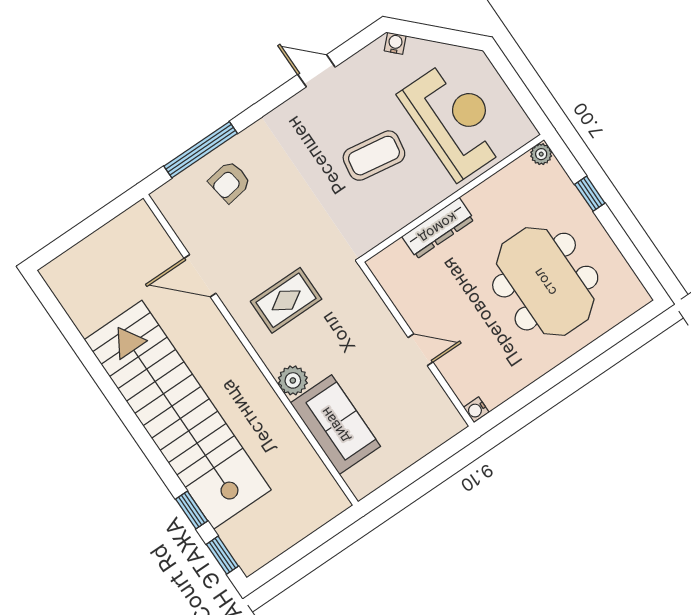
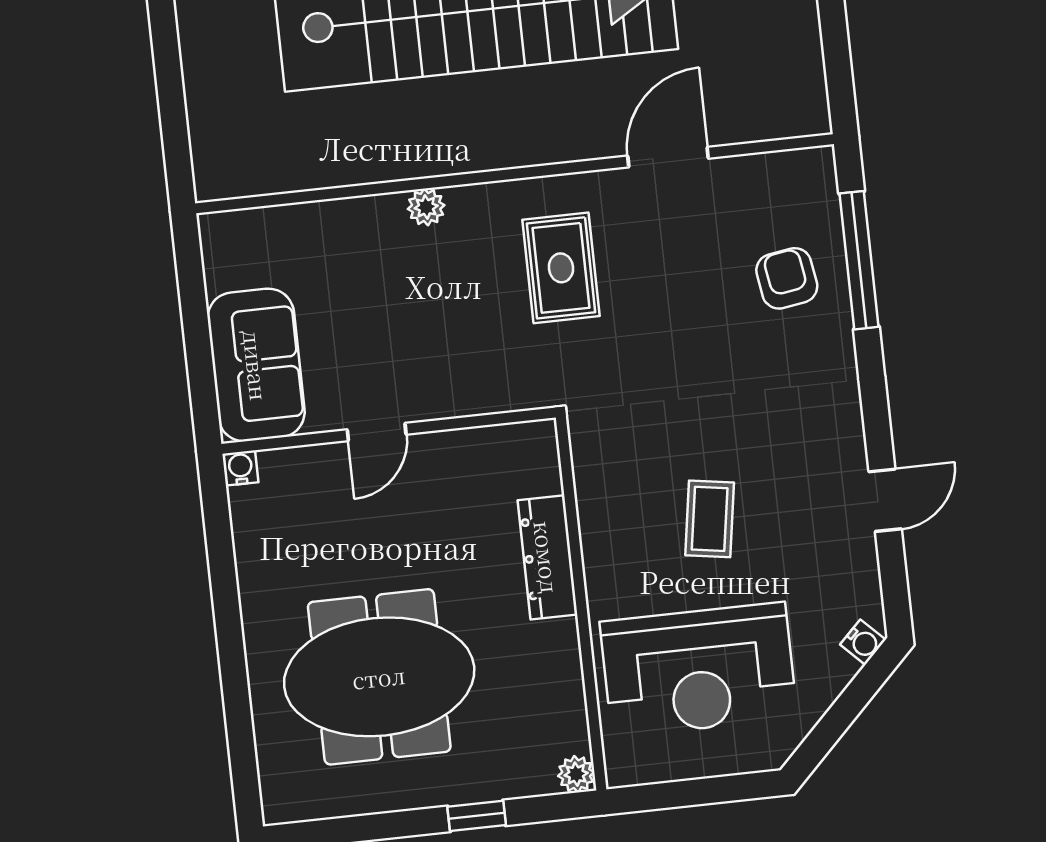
coffee table: (374, 156) -> (710, 519), width x0.73, depth x0.77
plant: (293, 380) -> (426, 207), width x0.73, depth x0.73
sofa: (335, 425) -> (256, 365), moved, turned -90

